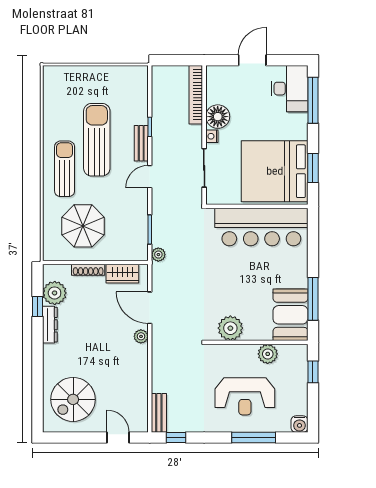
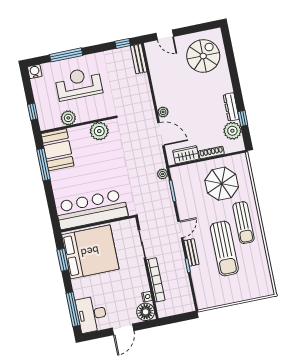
bookcase: (196, 95) -> (156, 280), moved
floor lamp: (218, 117) -> (146, 312), moved
nightstand: (212, 136) -> (147, 297), moved

